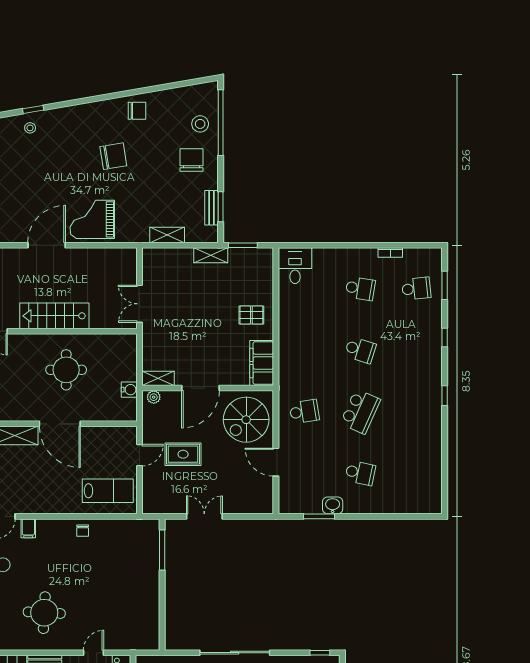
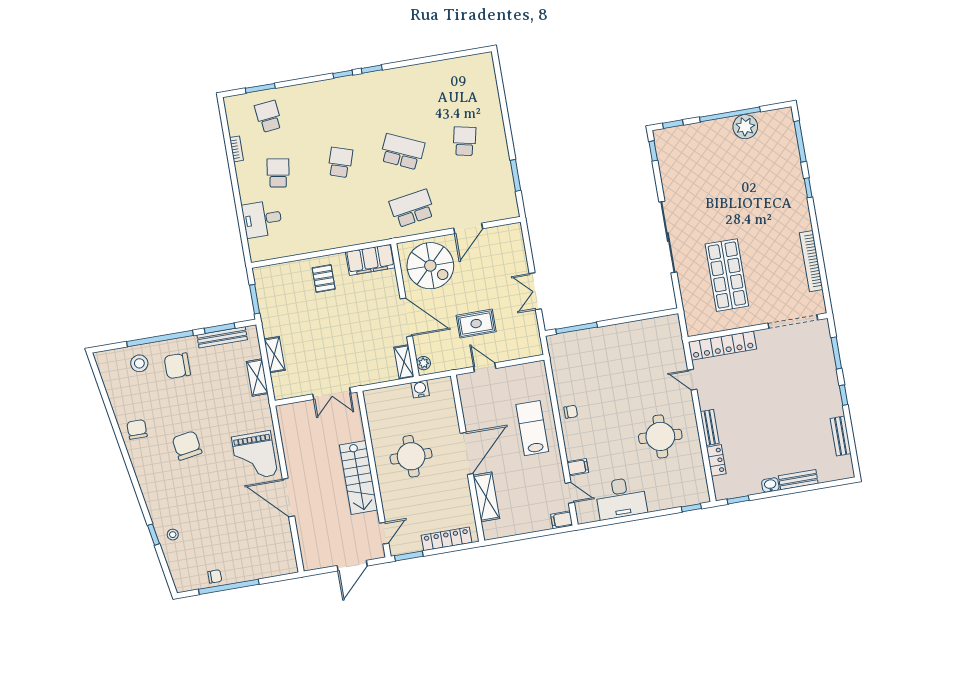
window: (221, 123) -> (160, 338), moved
bench: (212, 208) -> (222, 337), width x1.36
shelving: (211, 255) -> (274, 355), moved
desk: (295, 266) -> (262, 219), moved
window: (445, 338) -> (343, 74), moved
school desk: (304, 411) -> (412, 208), width x1.85
rug: (183, 454) -> (476, 324), turned 90
lab bench: (108, 491) -> (532, 428), moved
washbasin: (333, 505) -> (502, 164), removed

